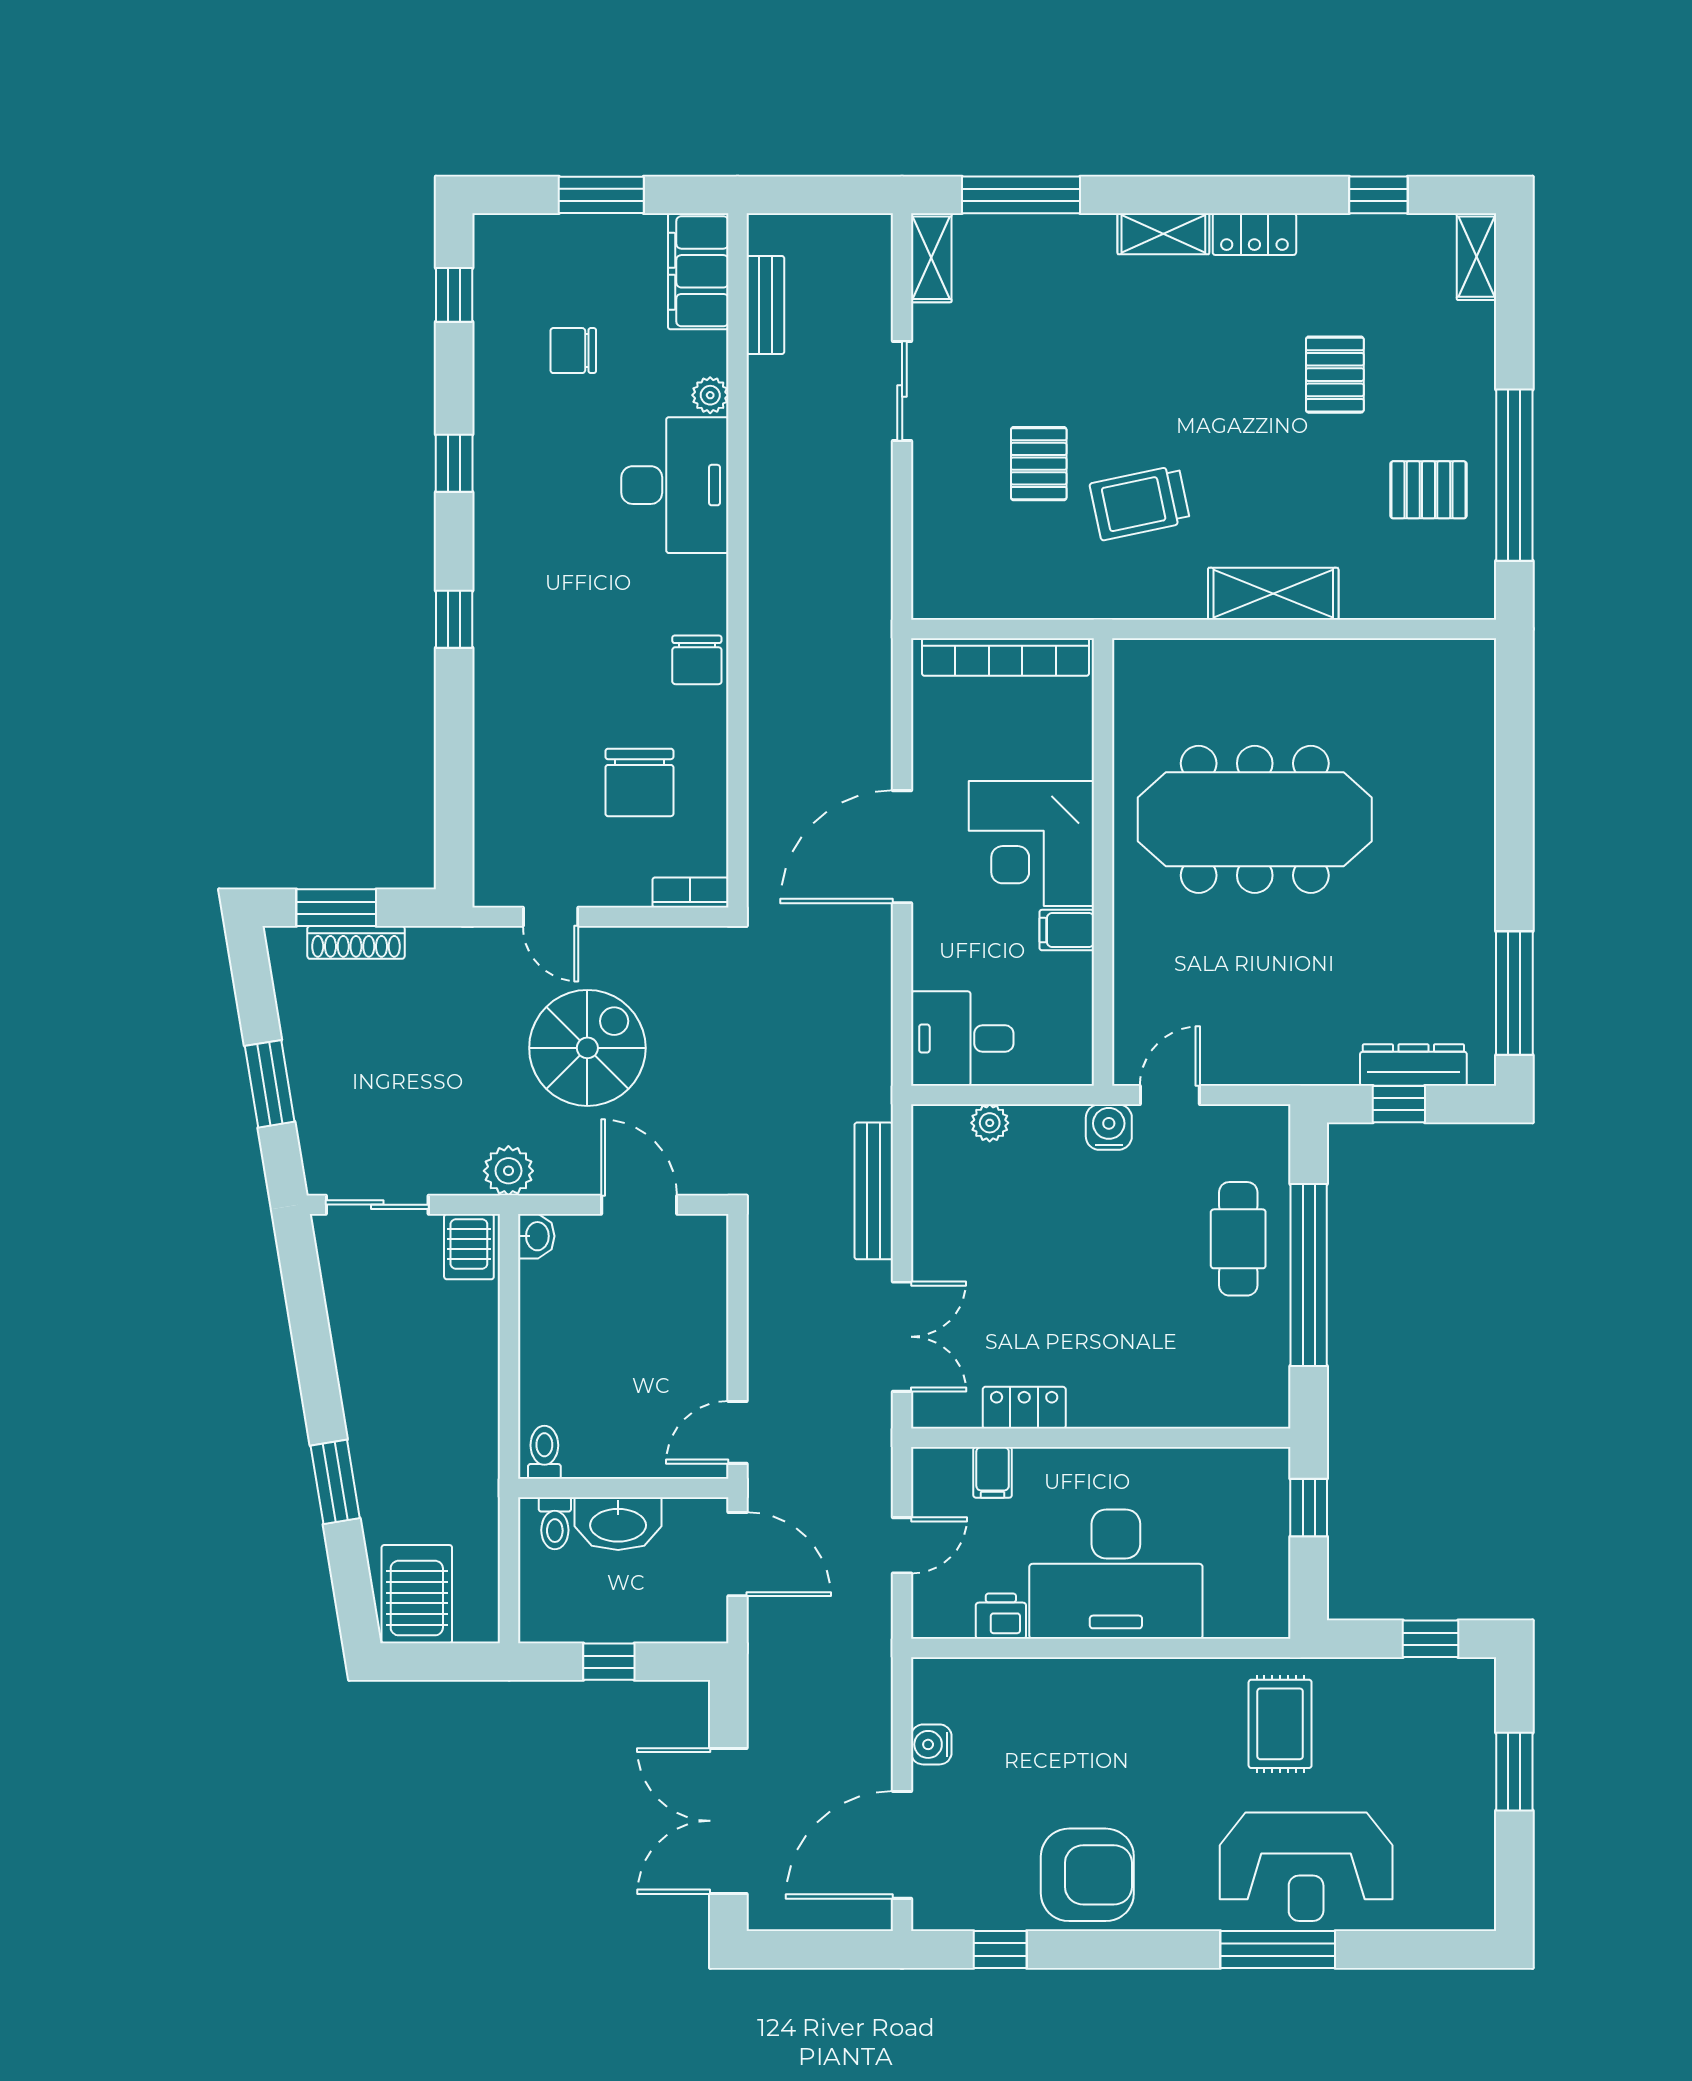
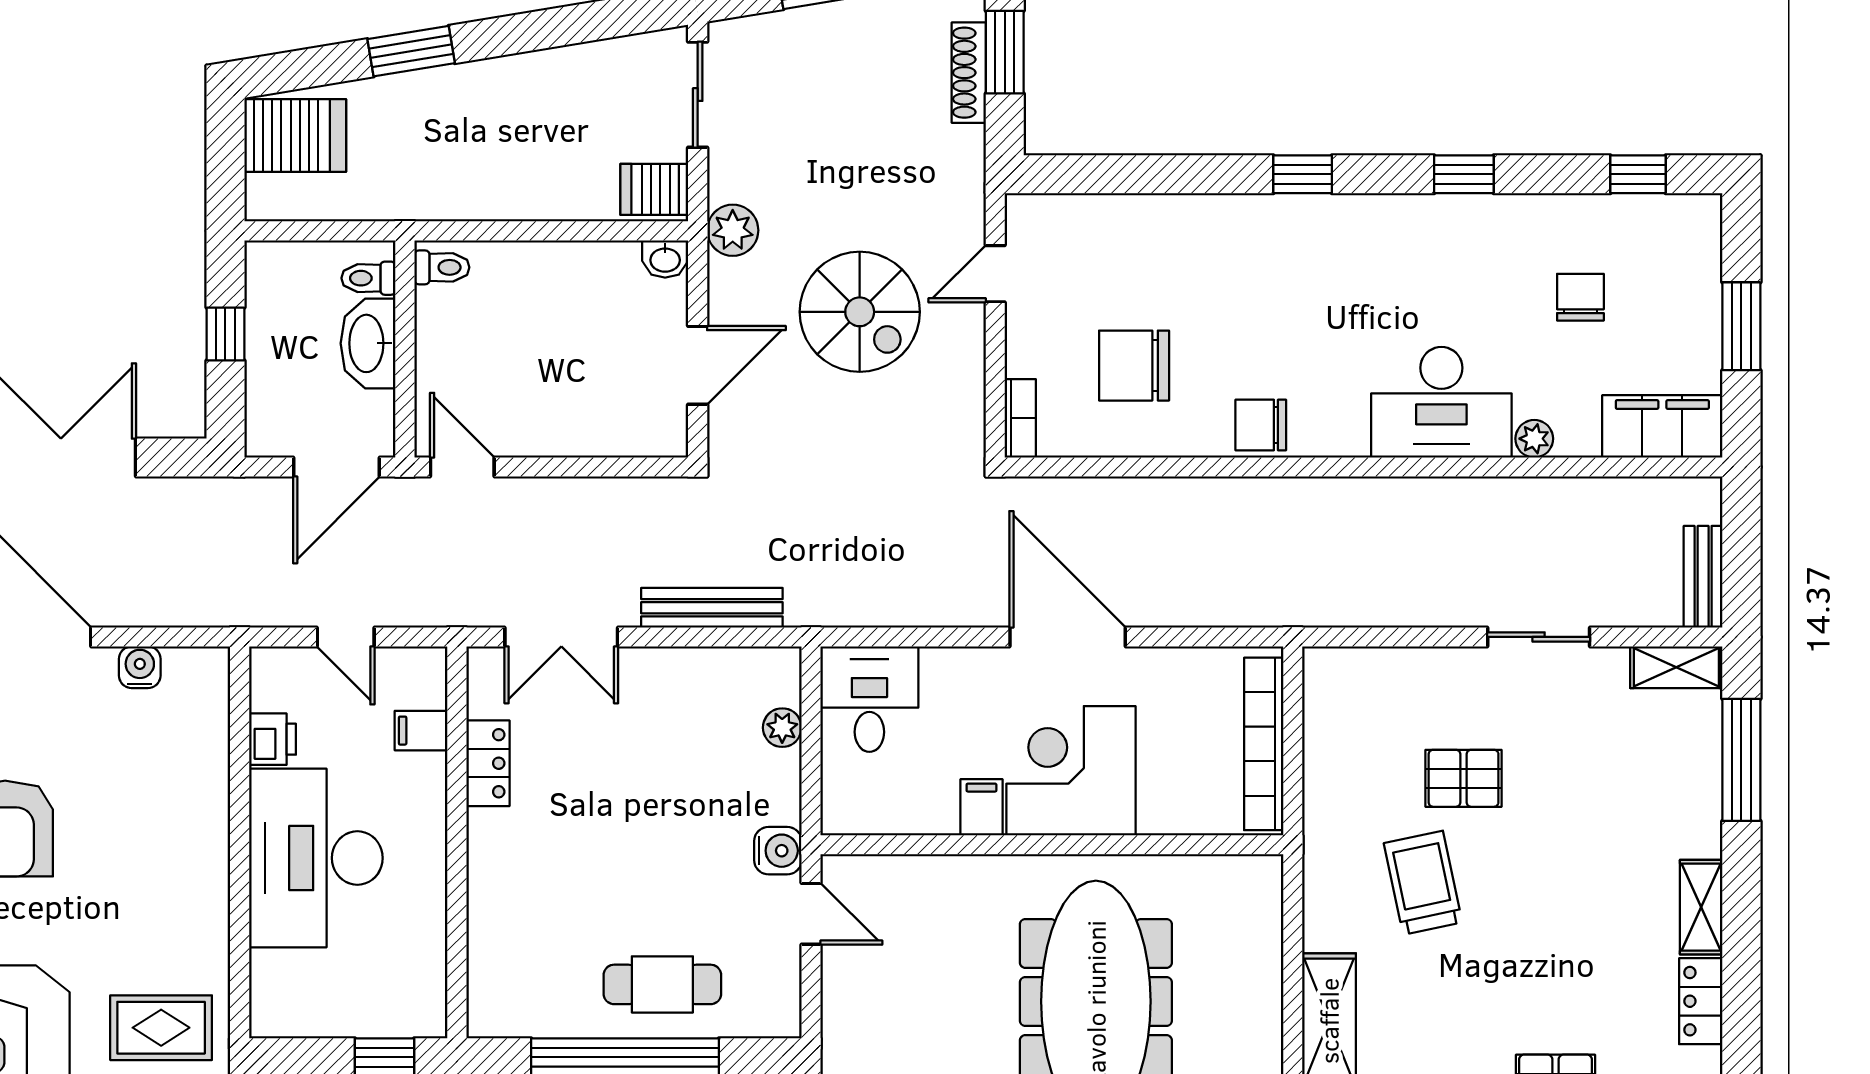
bench: (765, 305) -> (1703, 577), moved, turned 90

